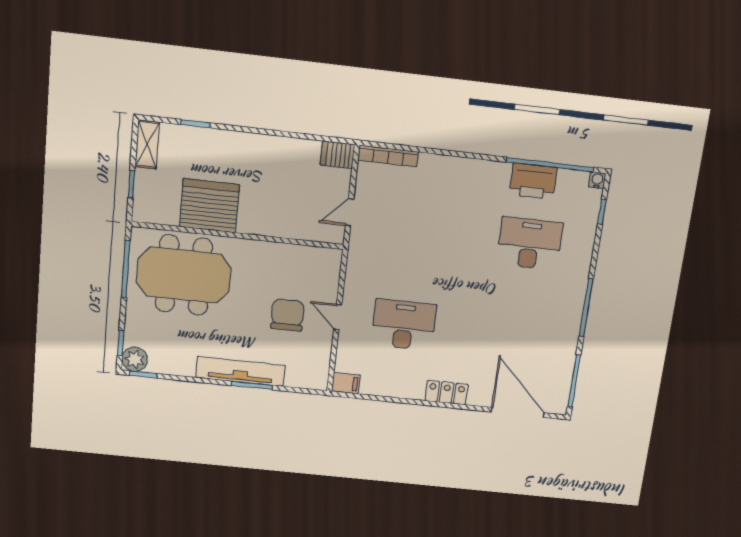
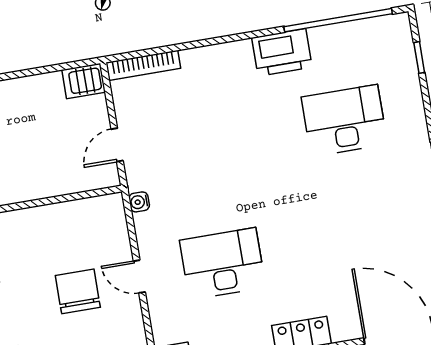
water cooler: (597, 180) -> (139, 202), moved, turned -90
printer: (533, 181) -> (282, 52), moved

